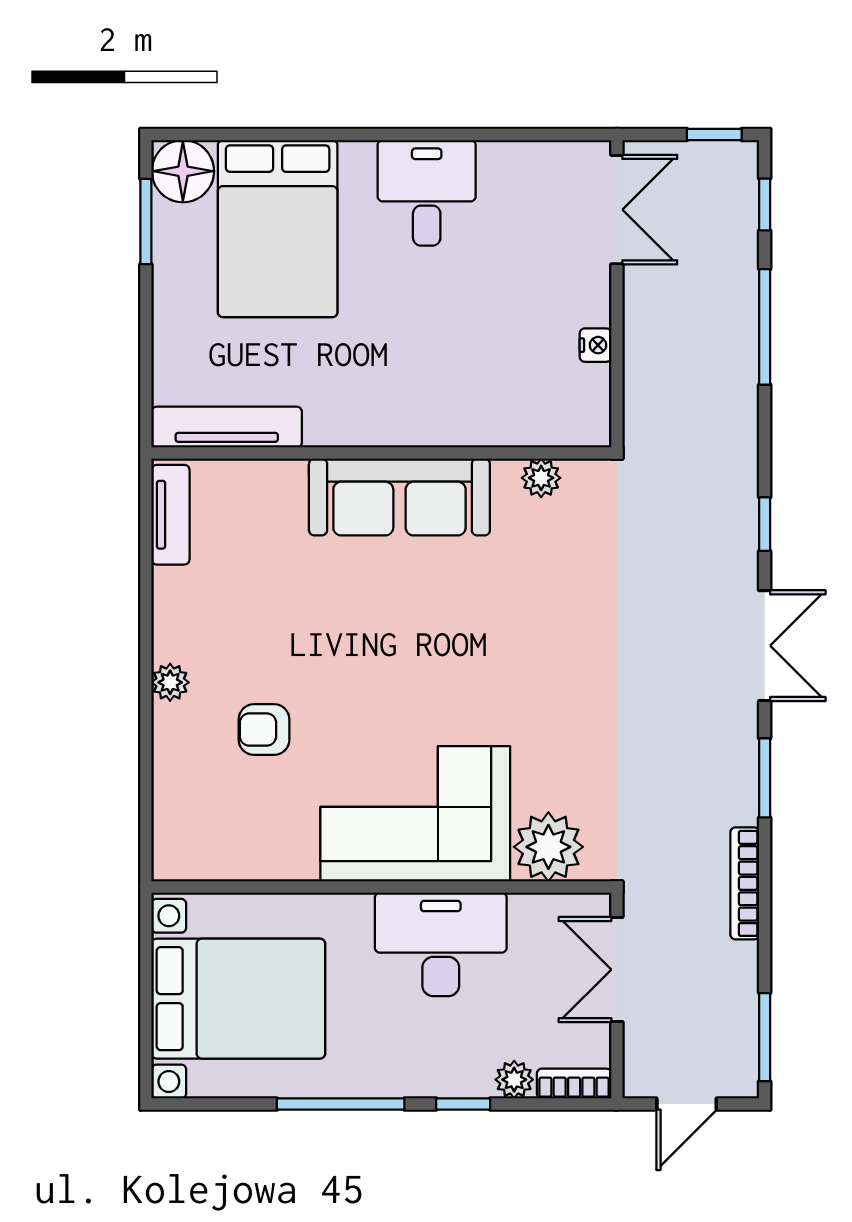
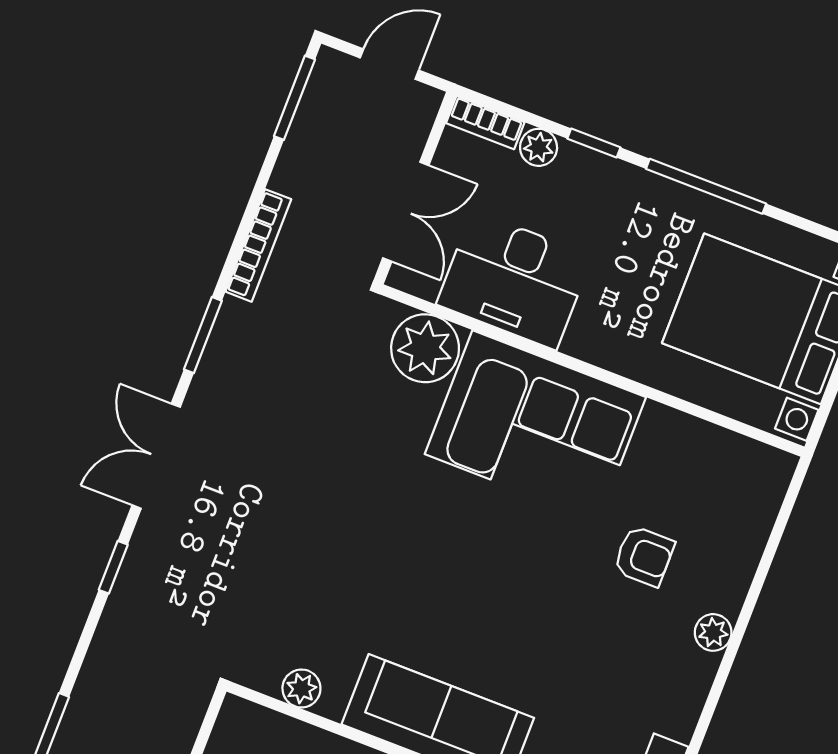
desk: (441, 944) -> (514, 280), moved

